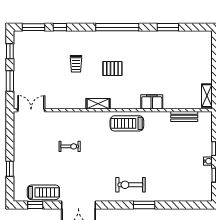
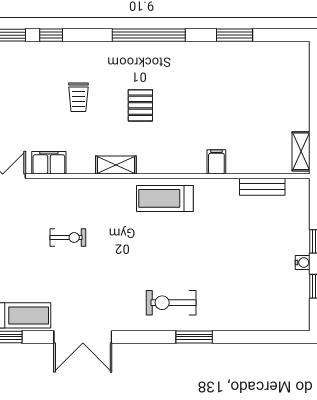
pallet: (112, 69) -> (140, 105), turned 90
filing cabinet: (59, 102) -> (49, 163), added
filing cabinet: (152, 102) -> (216, 162), width x0.50

